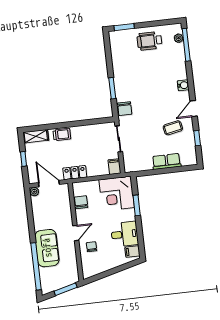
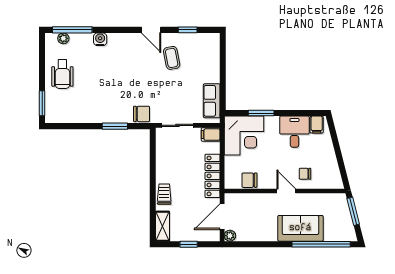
water cooler: (183, 85) -> (100, 39), moved
row of seats: (167, 161) -> (212, 101), moved
locker: (75, 173) -> (212, 176), width x1.53

